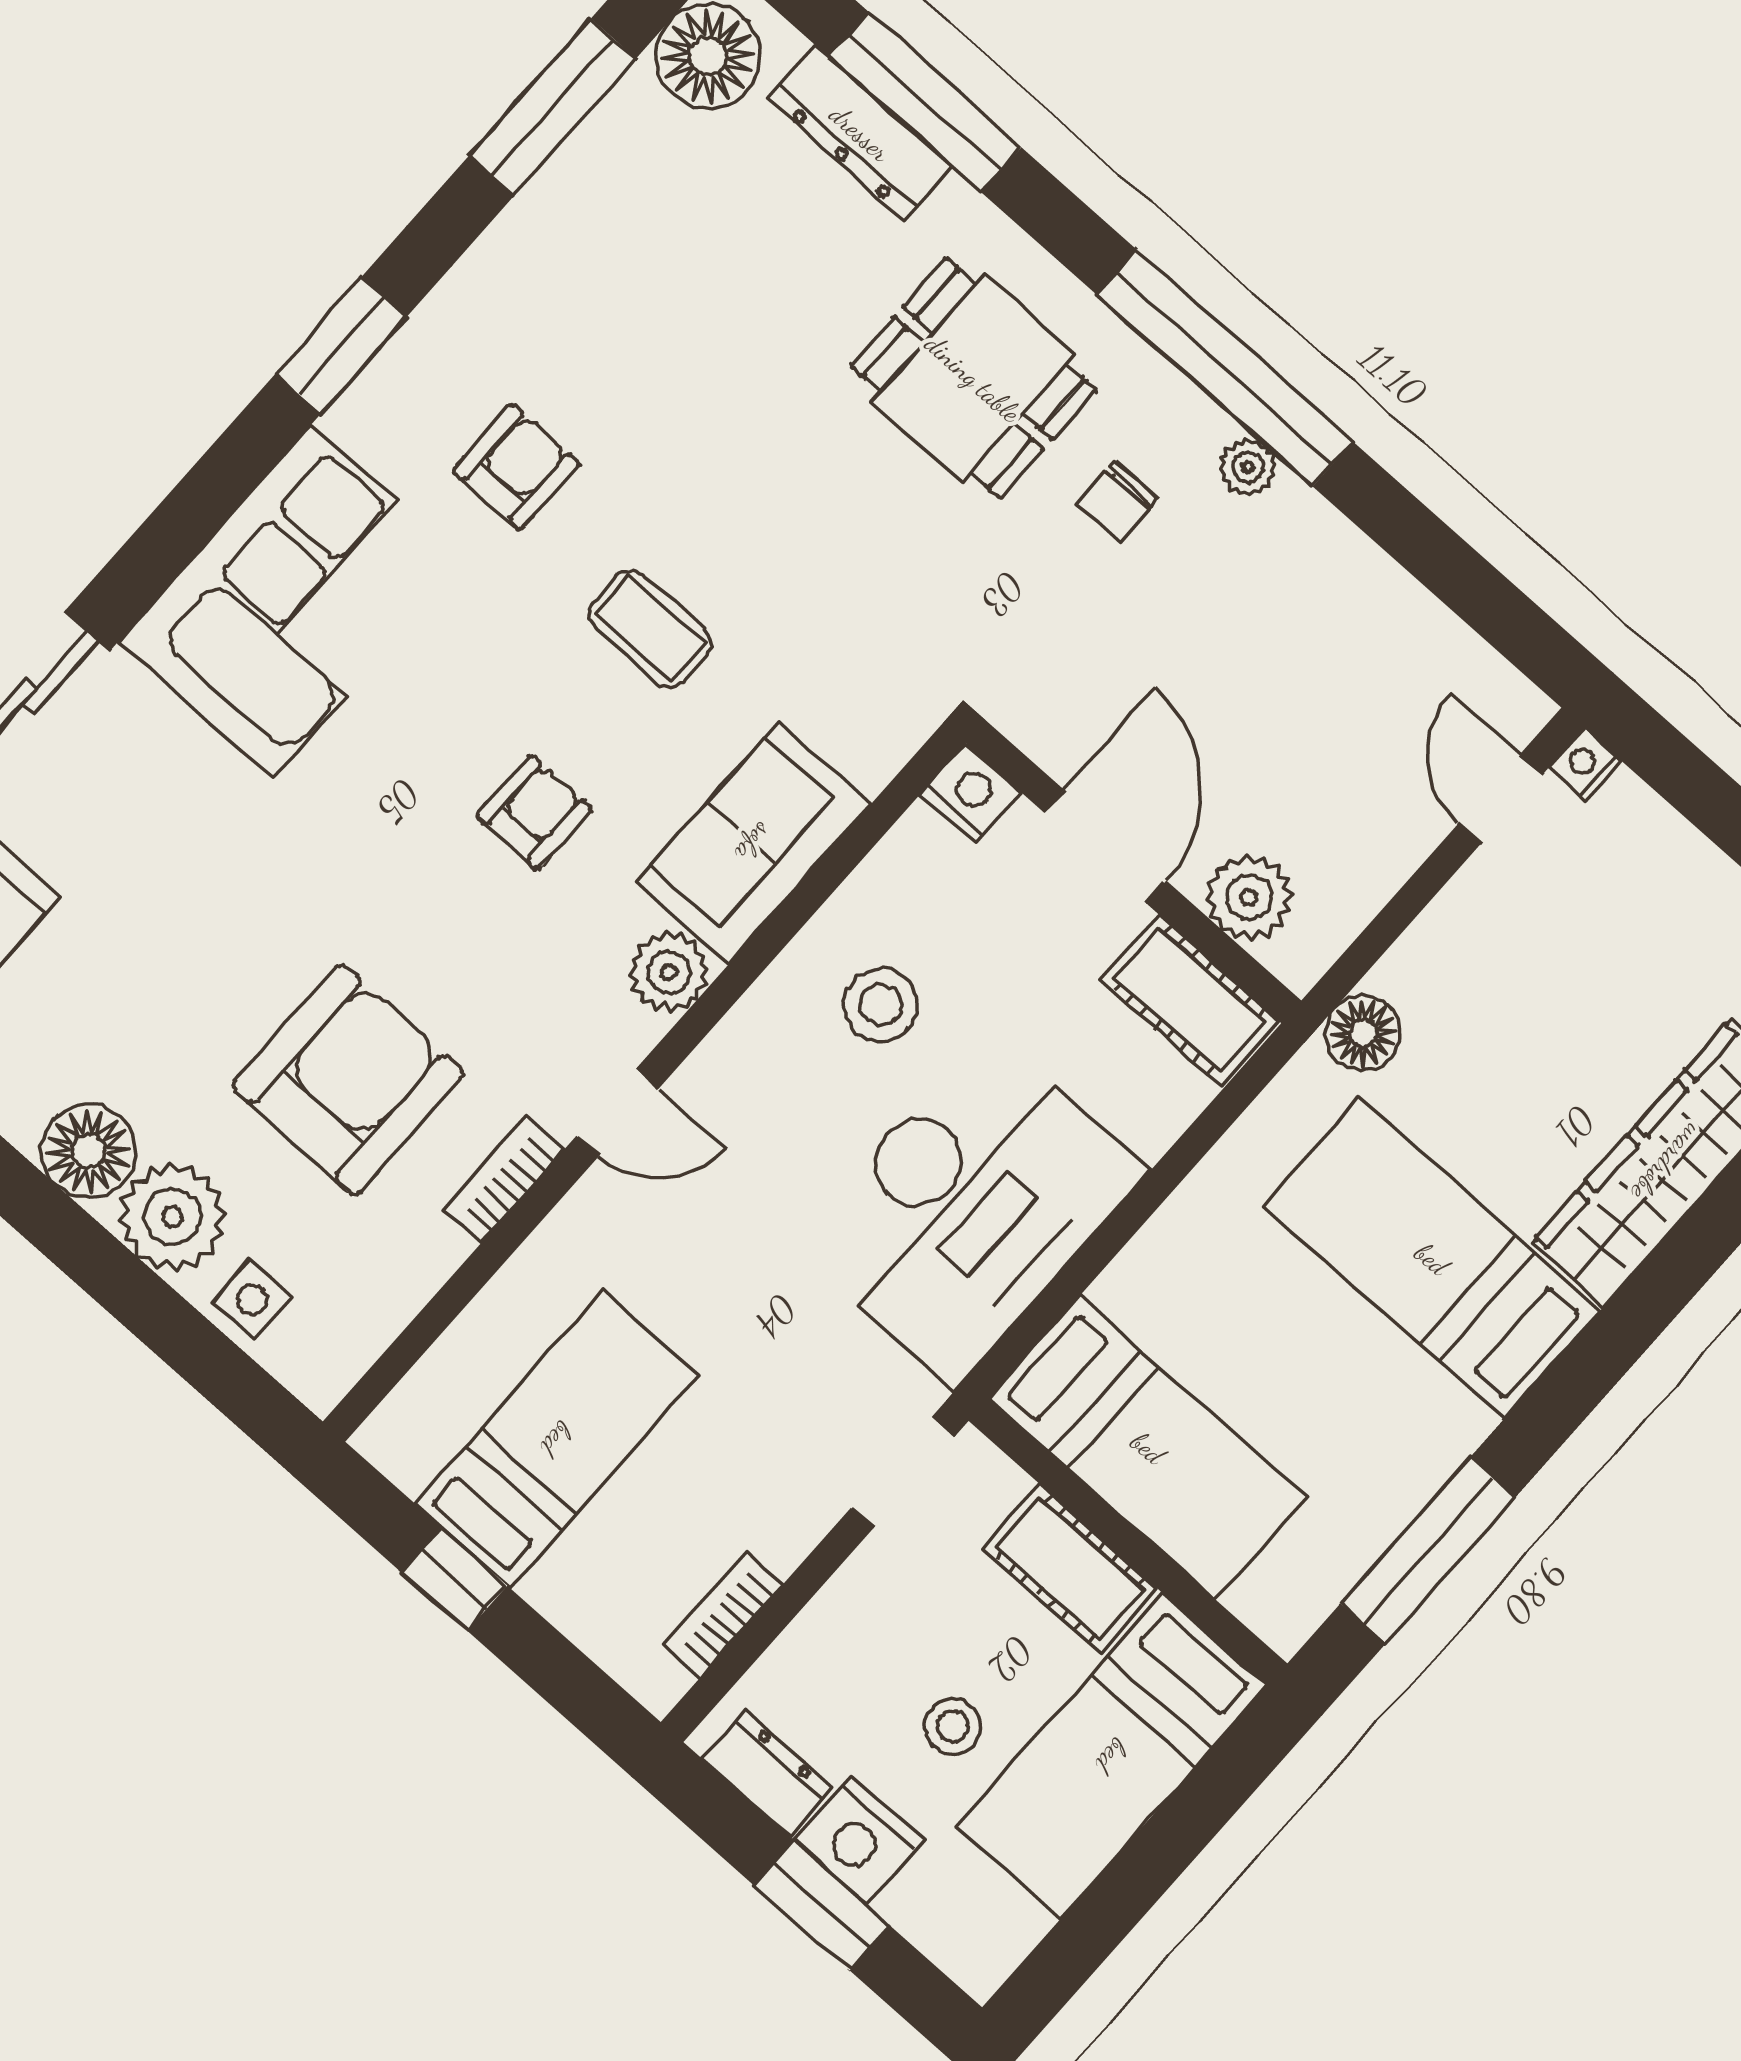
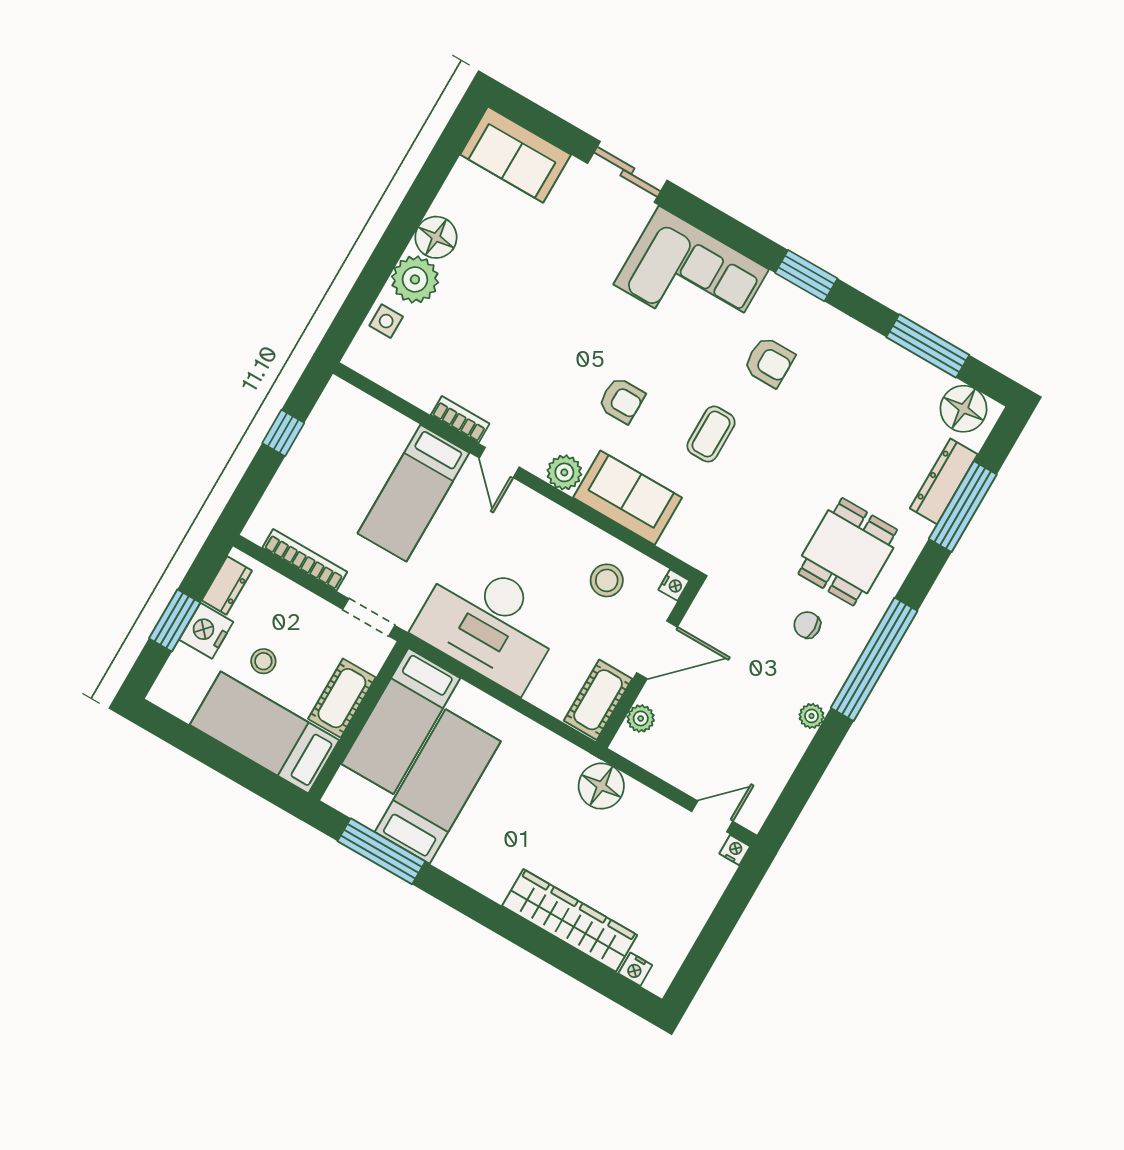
plant: (1248, 467) -> (812, 716), moved
nightstand: (971, 793) -> (674, 585), width x0.72, depth x0.74
plant: (1249, 897) -> (641, 718), width x0.73, depth x0.73
stool: (881, 1005) -> (607, 580), moved
floor lamp: (1363, 1033) -> (601, 786), width x1.38, depth x1.38
armchair: (348, 1079) -> (490, 343), removed
bed: (1432, 1259) -> (438, 787), moved
bed: (557, 1439) -> (413, 493), moved, turned 90
bookcase: (723, 1615) -> (305, 560), width x1.56

